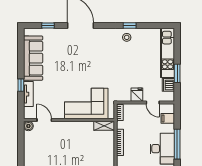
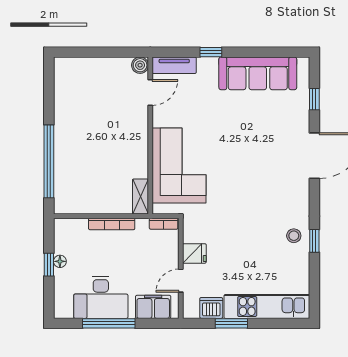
tv unit: (28, 94) -> (174, 65), moved
filing cabinet: (168, 118) -> (153, 307), width x2.00

